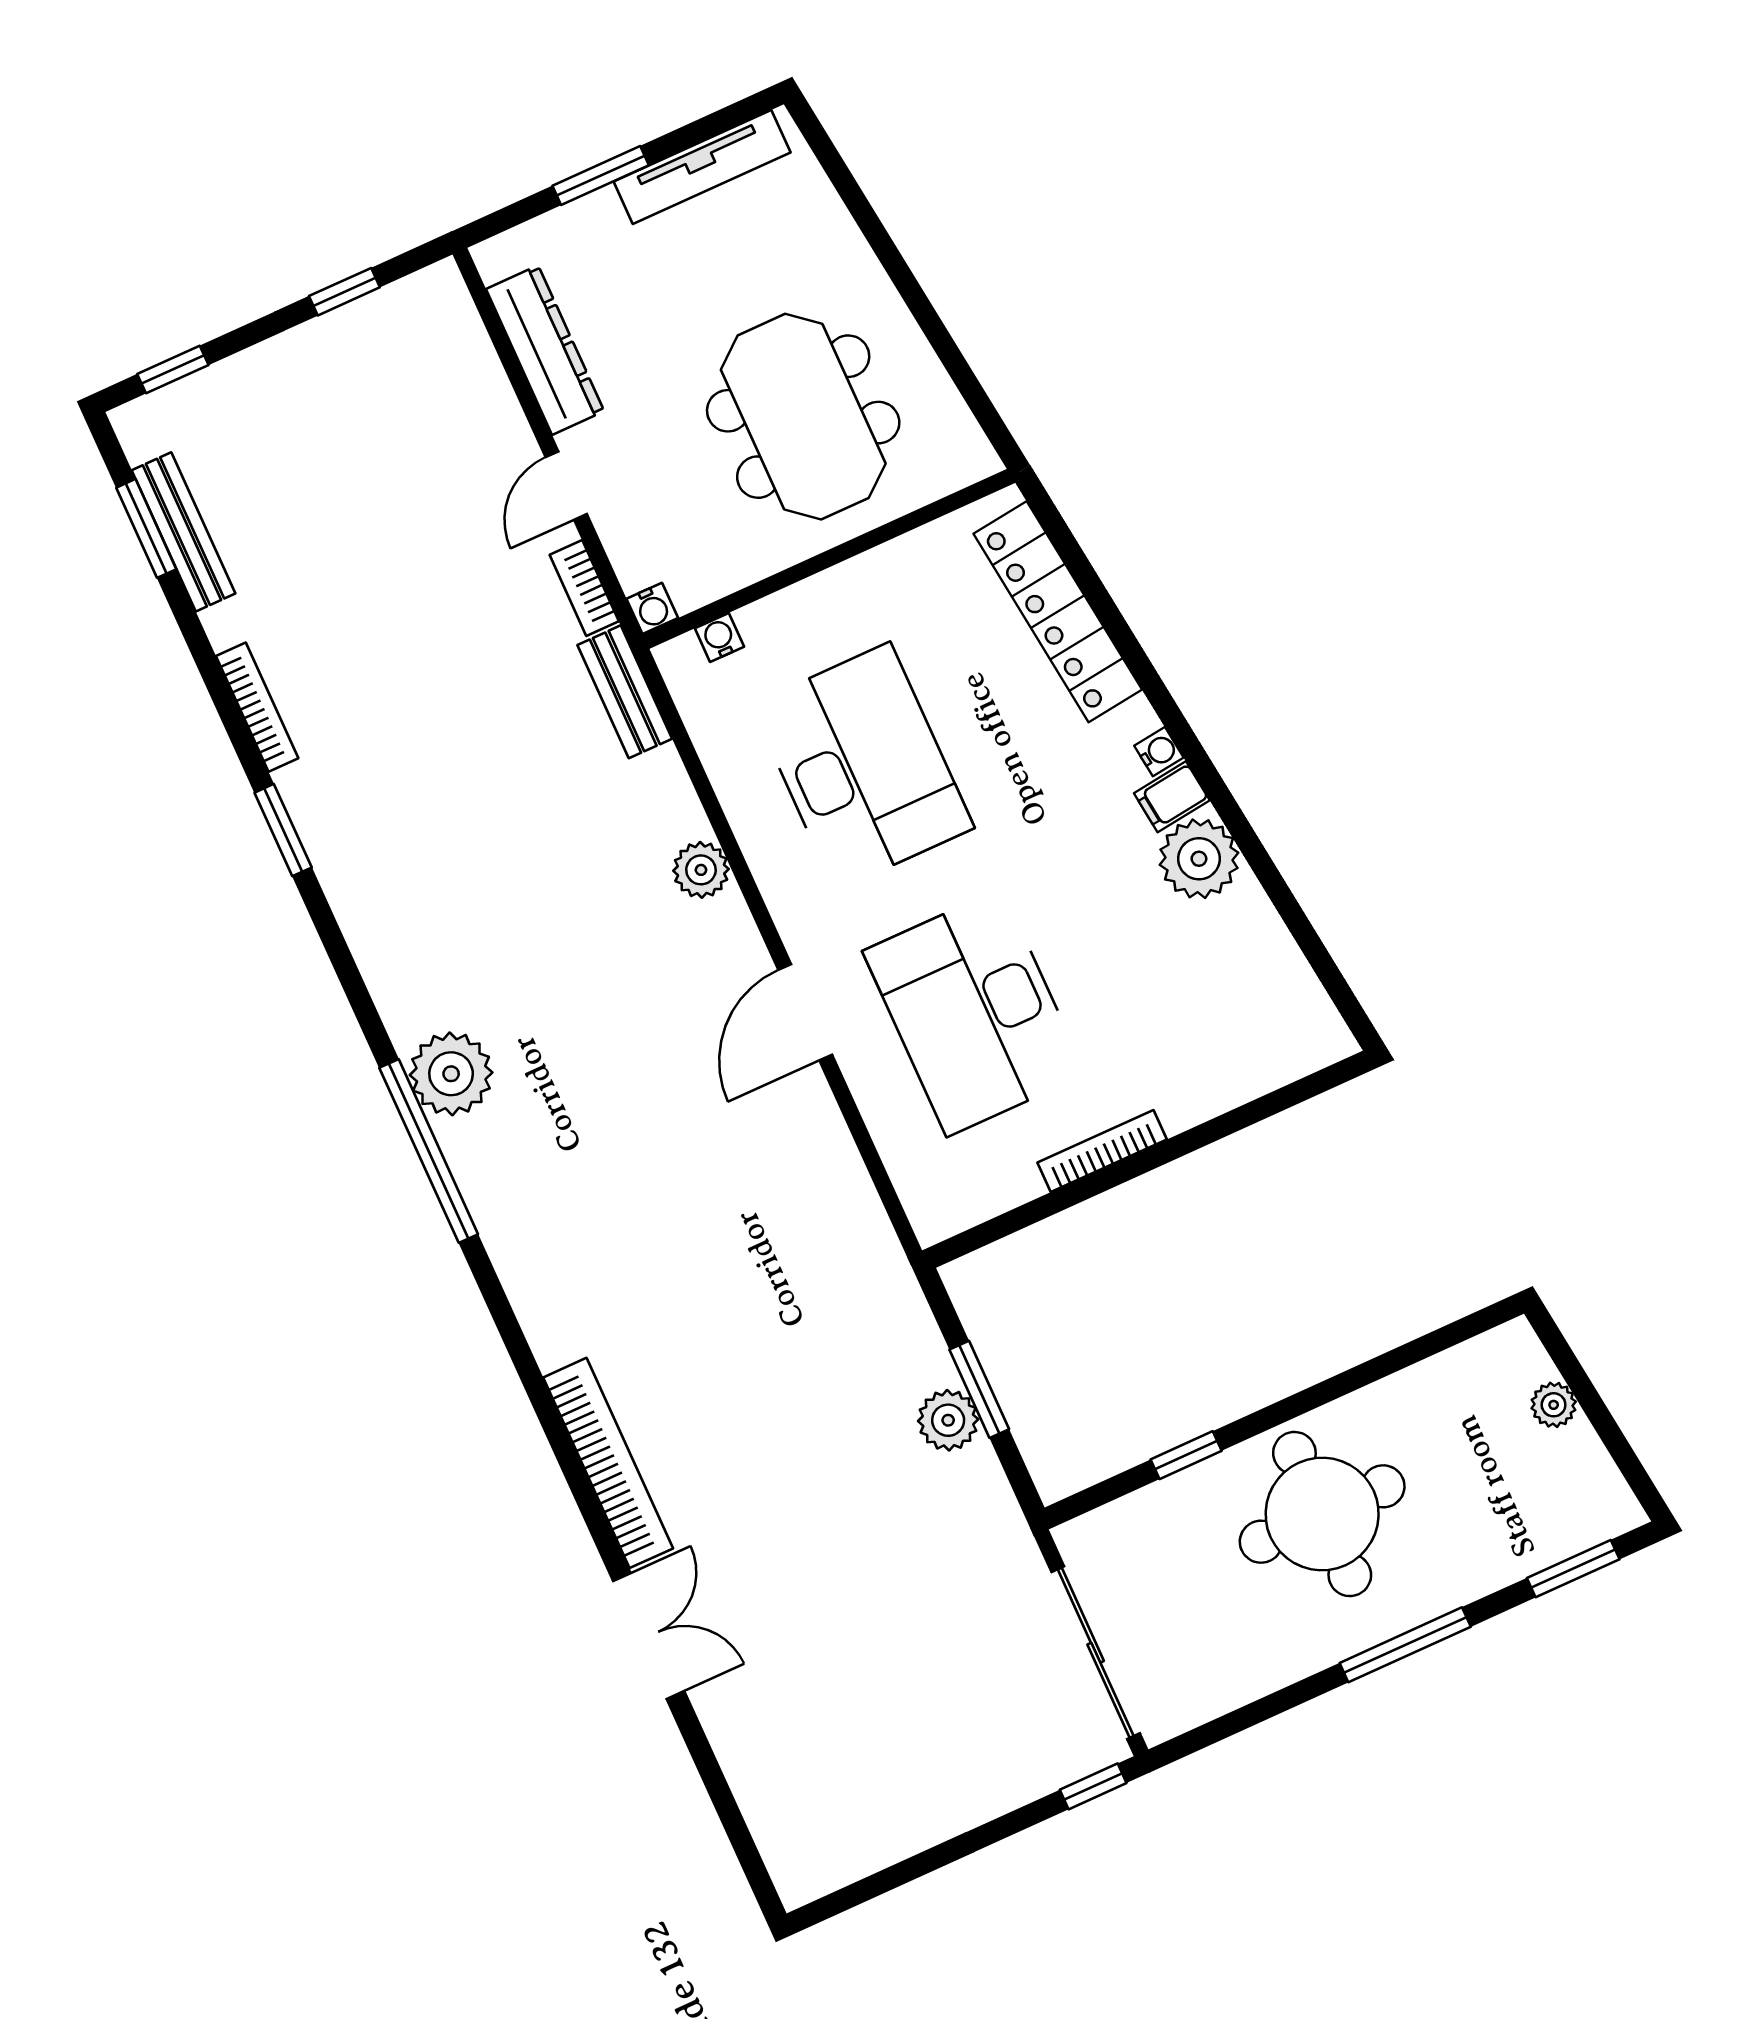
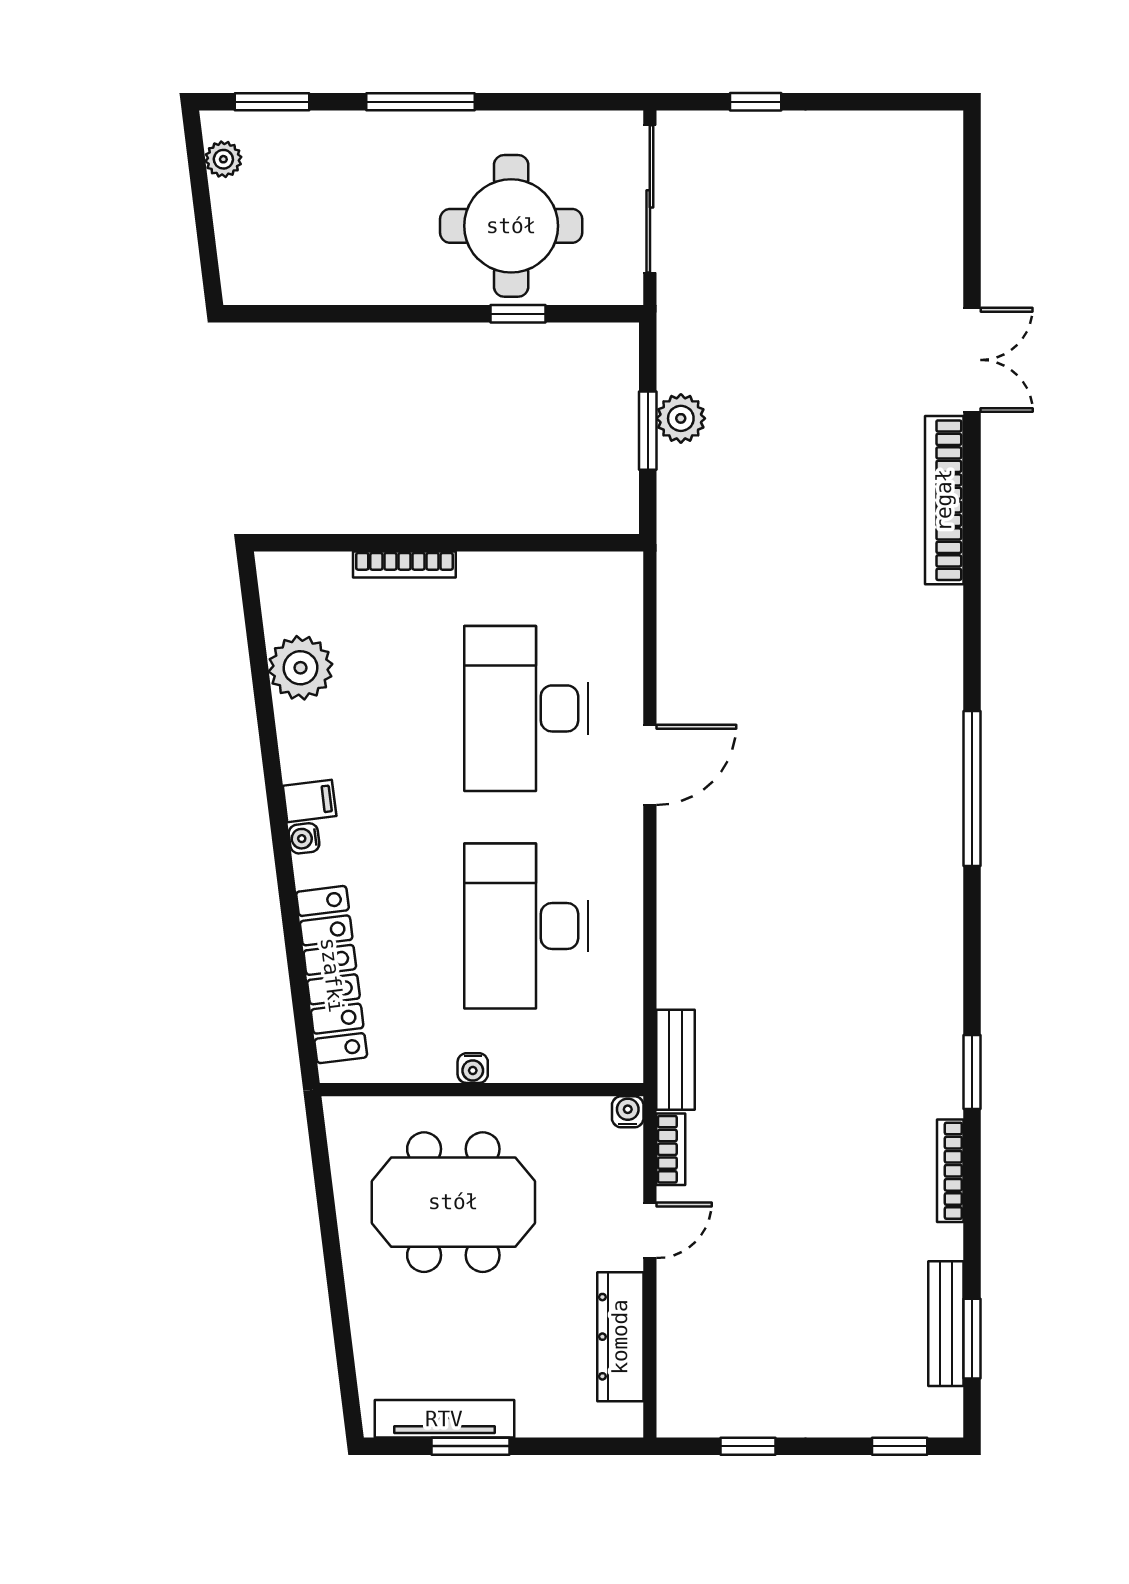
window: (601, 175) -> (471, 1446), moved
meeting table: (803, 417) -> (453, 1202), turned 90
water cooler: (719, 637) -> (473, 1068), moved
plant: (1199, 859) -> (301, 668), moved
plant: (701, 870) -> (679, 904), removed
desk: (974, 1013) -> (526, 708), turned 180
plant: (451, 1074) -> (930, 838), removed
bookcase: (1102, 1151) -> (404, 565), moved
plant: (1554, 1405) -> (223, 159), moved
round table: (1322, 1514) -> (511, 226), moved
double door: (649, 1636) -> (972, 360), swing flipped
window: (1093, 1786) -> (756, 102), moved

